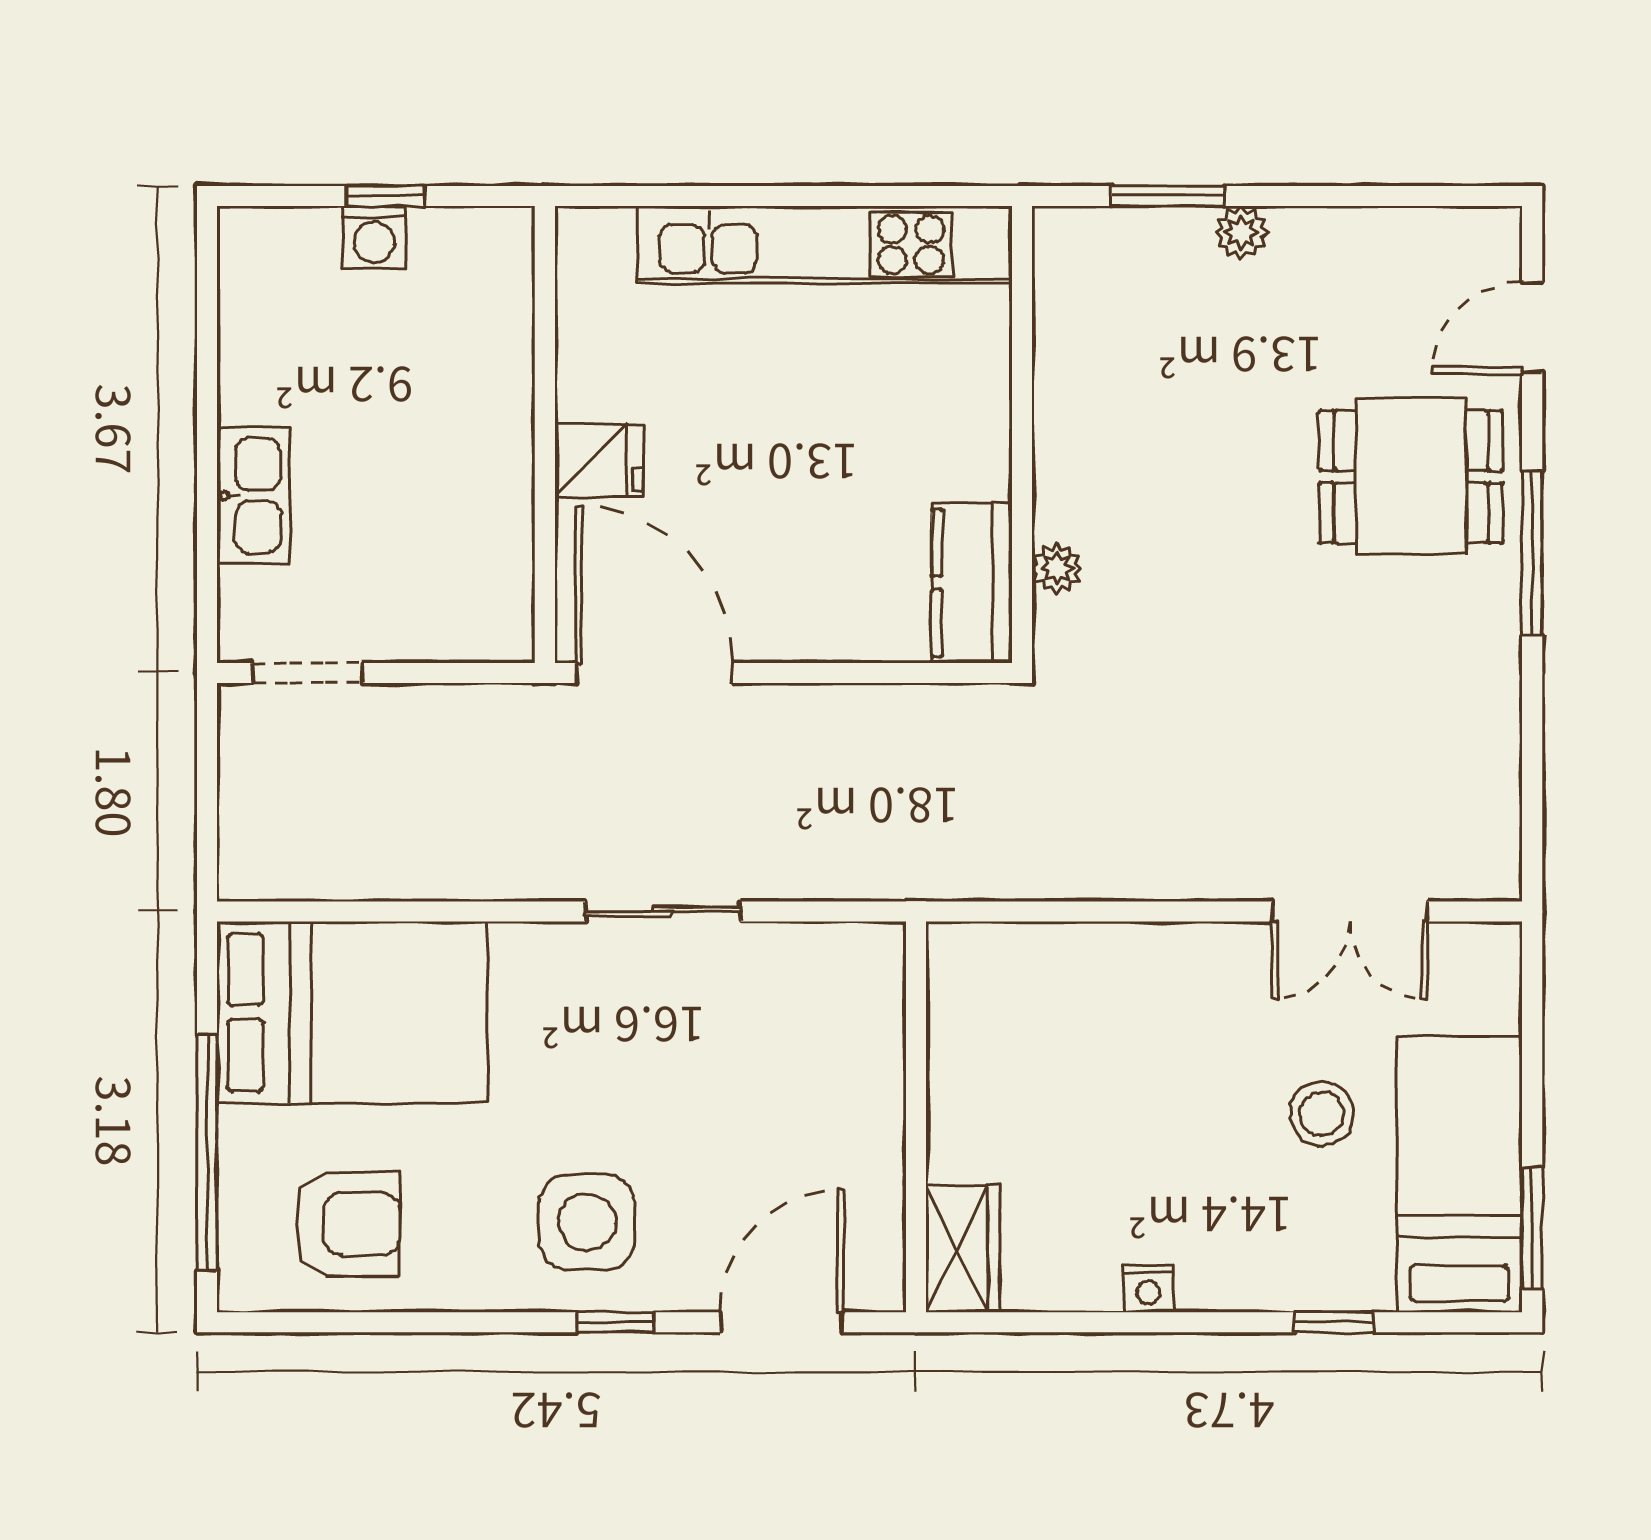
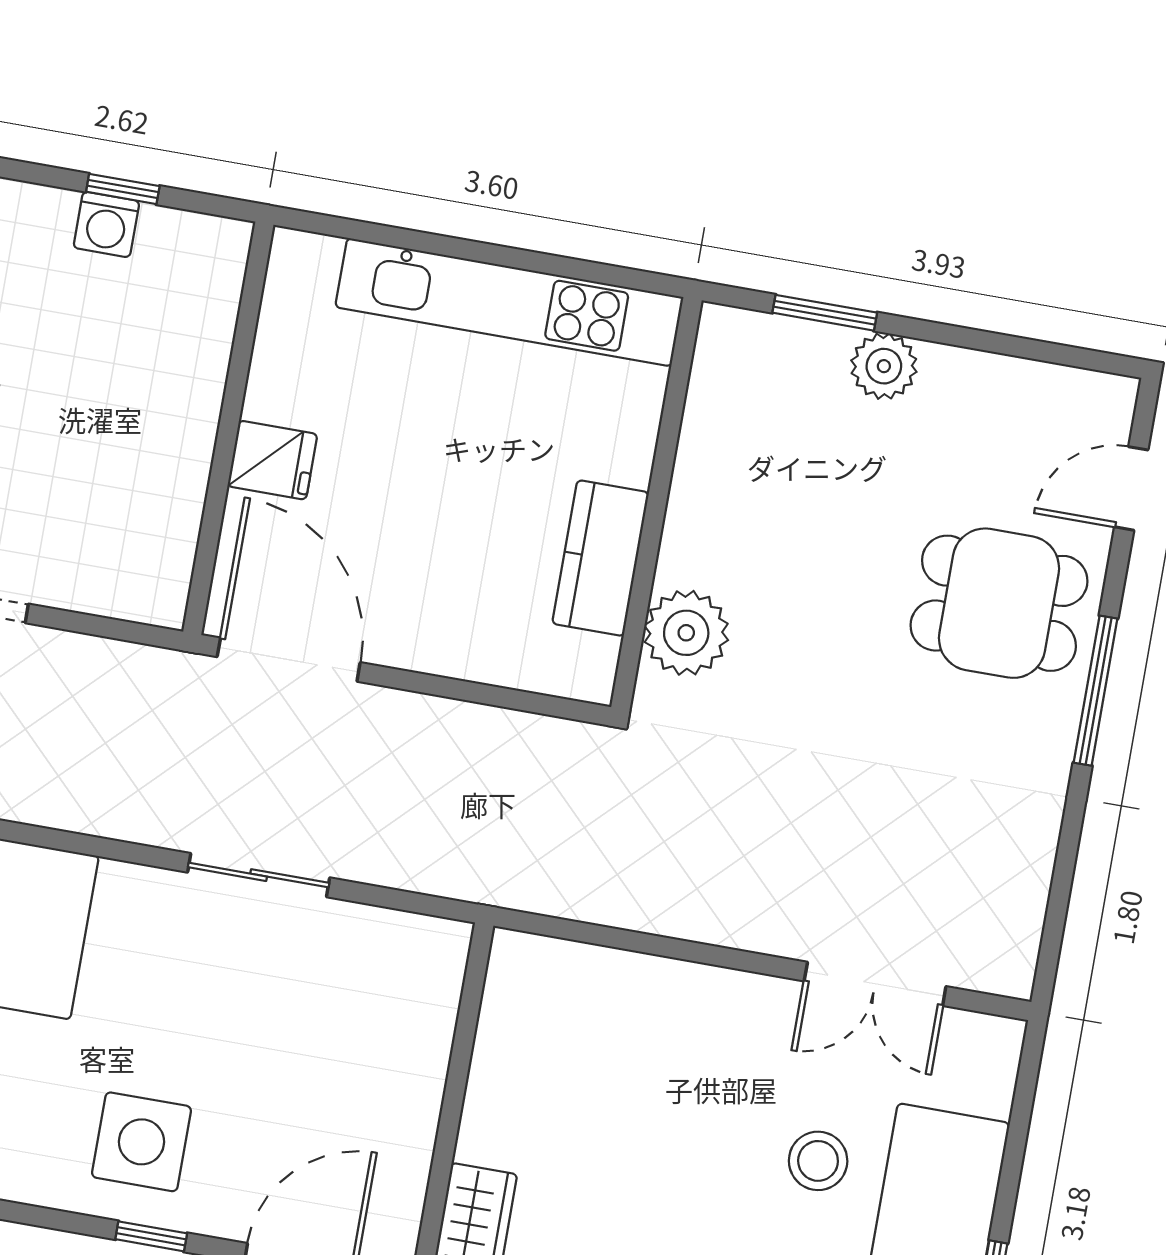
plant: (1241, 232) -> (884, 366), width x1.38, depth x1.38
plant: (1057, 568) -> (686, 633), width x1.87, depth x1.87
kitchen counter: (972, 583) -> (601, 558), moved

